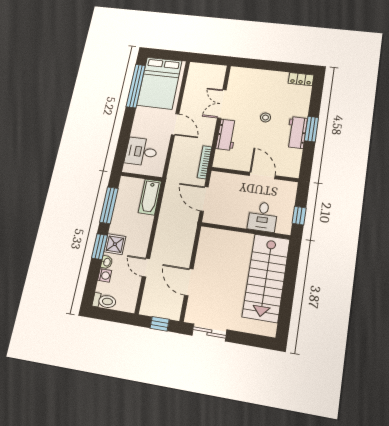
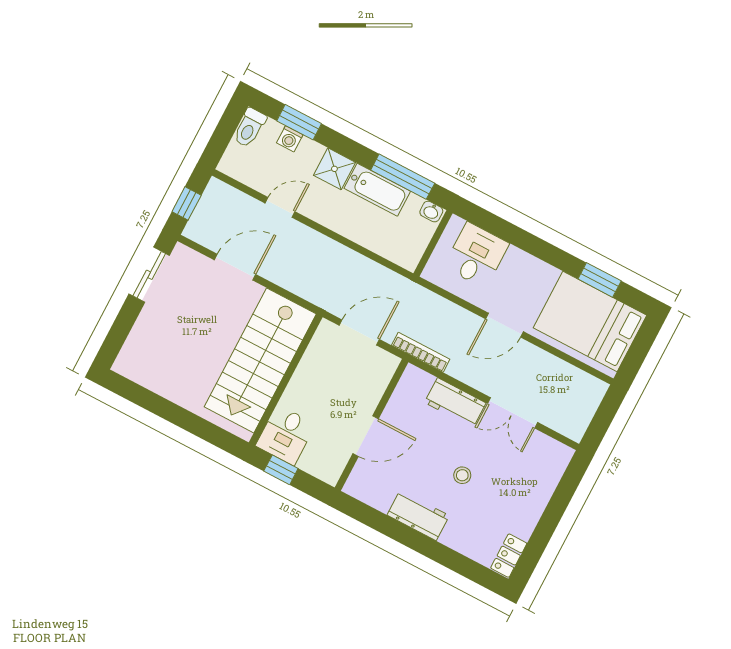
window: (136, 86) -> (600, 280), width x0.47
double door: (222, 104) -> (513, 413), swing flipped
window: (312, 129) -> (416, 541), removed
bathtub: (150, 197) -> (377, 190), moved, turned 180
desk: (263, 217) -> (286, 435), moved, turned -90
window: (100, 247) -> (299, 122), moved
washbasin: (107, 262) -> (431, 212), moved
stairs: (266, 278) -> (260, 360), moved, turned -90

